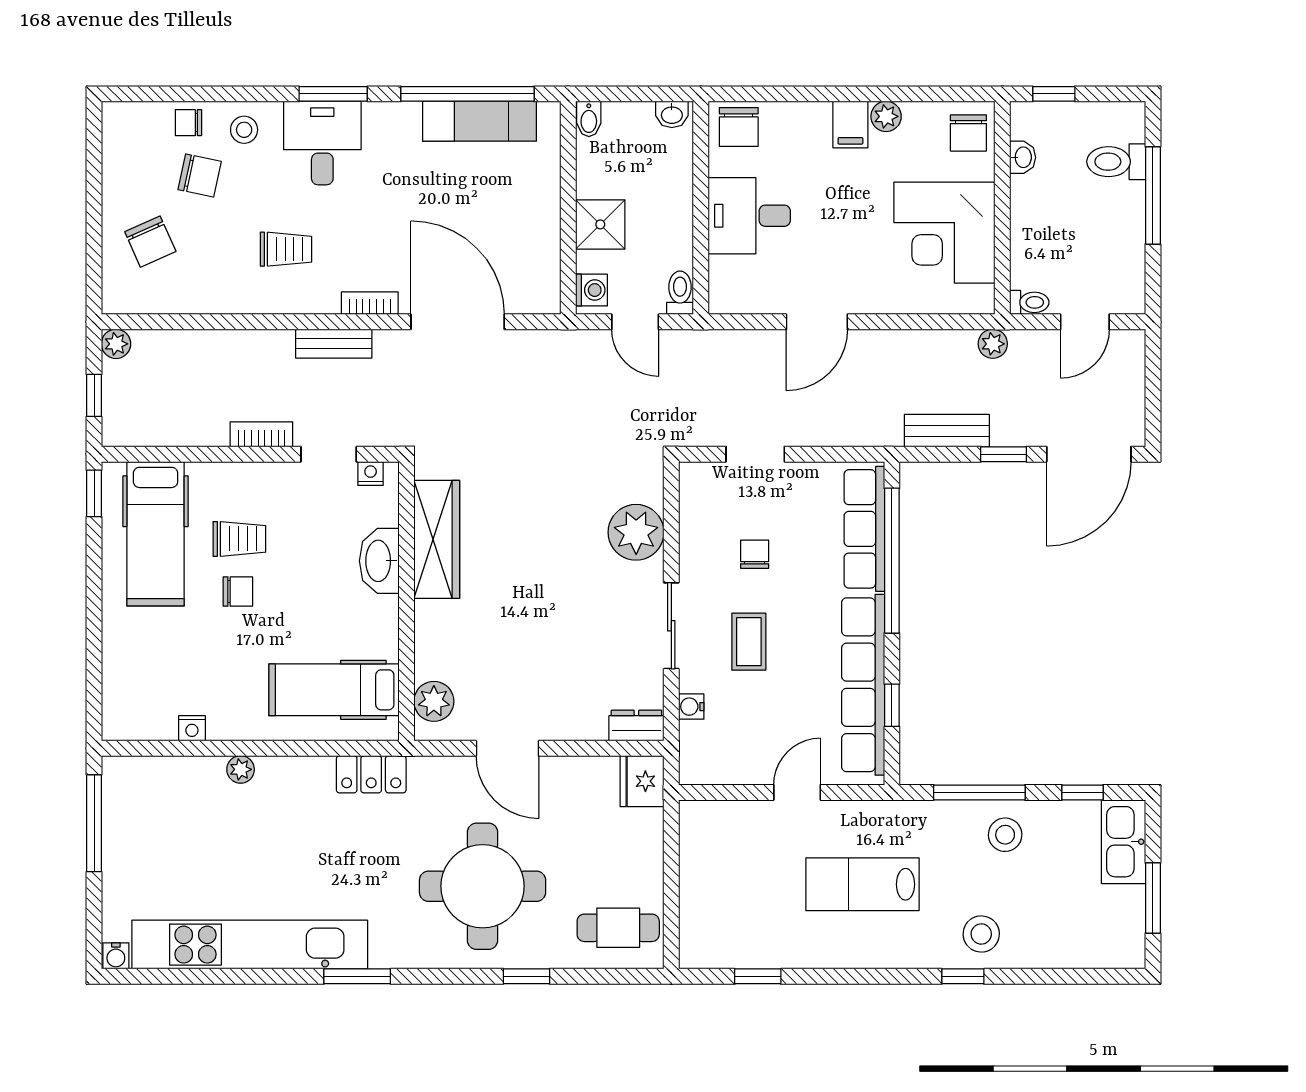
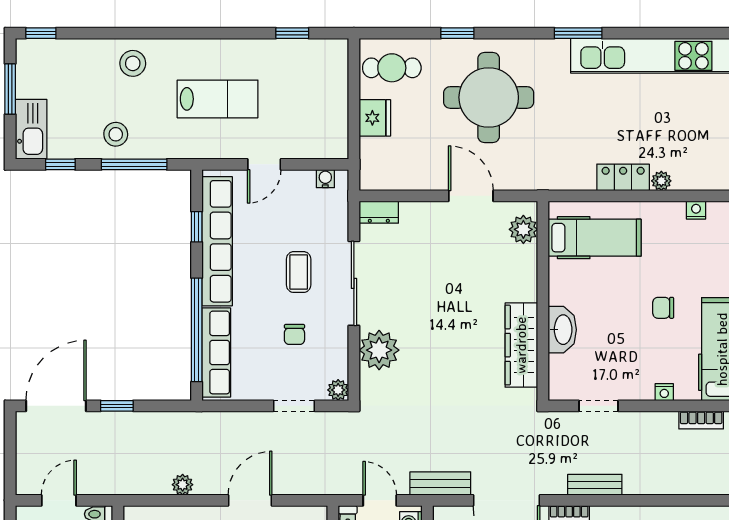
plant: (993, 344) -> (183, 485), moved
bench: (947, 431) -> (440, 483), moved
bookcase: (261, 434) -> (701, 420), moved
nightstand: (371, 473) -> (664, 392), moved
plant: (693, 476) -> (338, 390), added
trolley: (239, 539) -> (662, 345), removed
sliding door: (671, 626) -> (354, 283), width x1.37
water cooler: (691, 707) -> (325, 179), moved, turned -90
locker: (371, 774) -> (623, 177), moved
fridge: (642, 781) -> (375, 118), moved
window: (963, 976) -> (41, 33), moved

